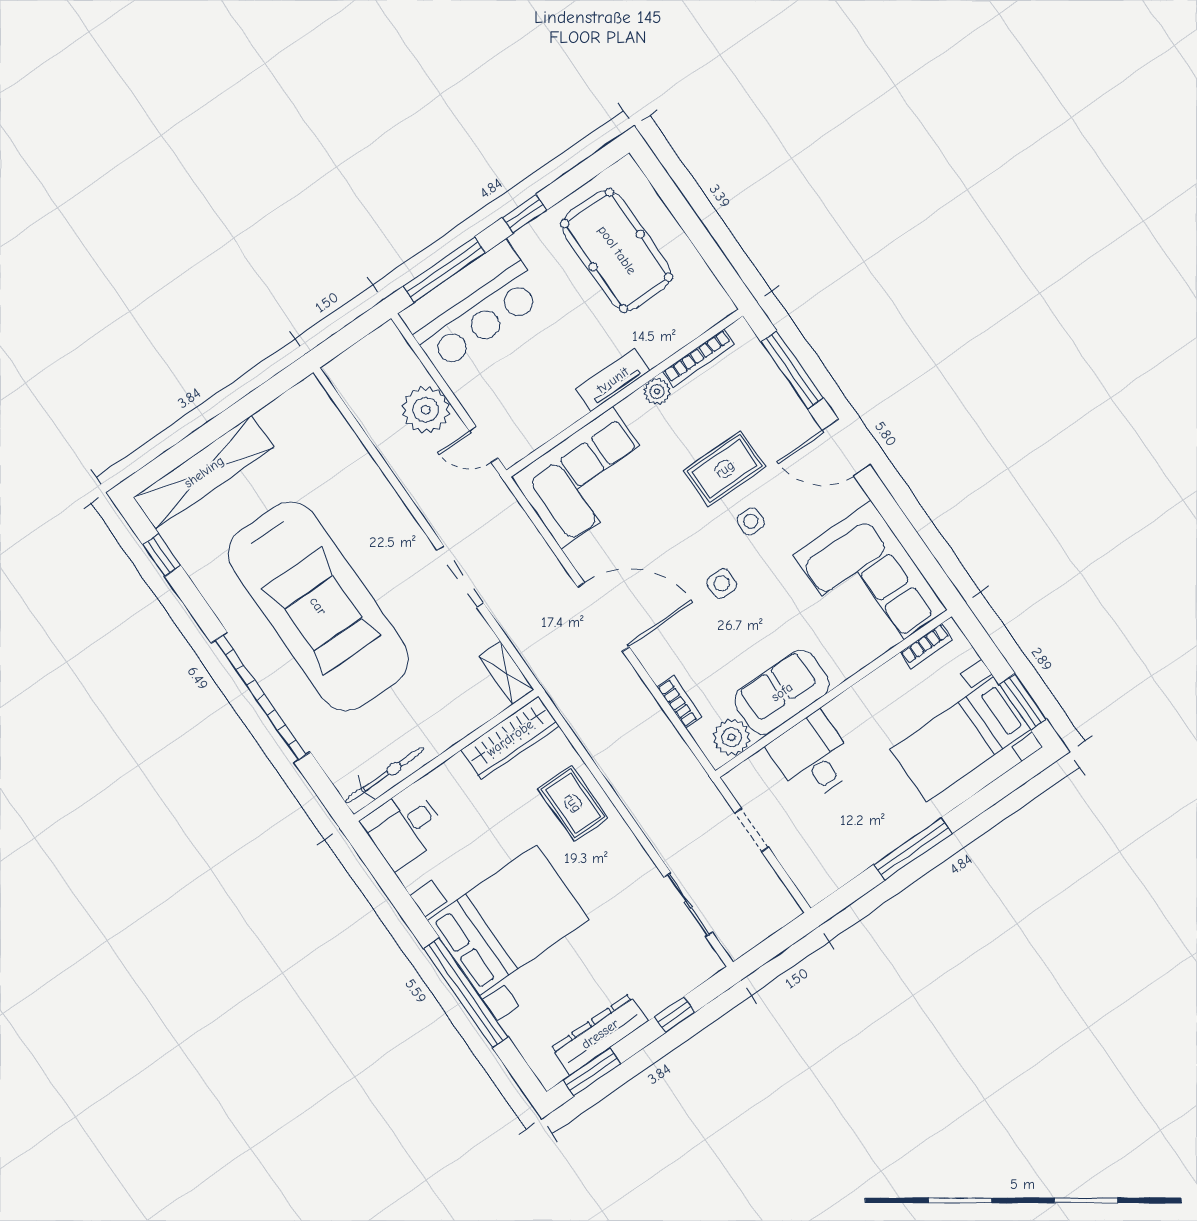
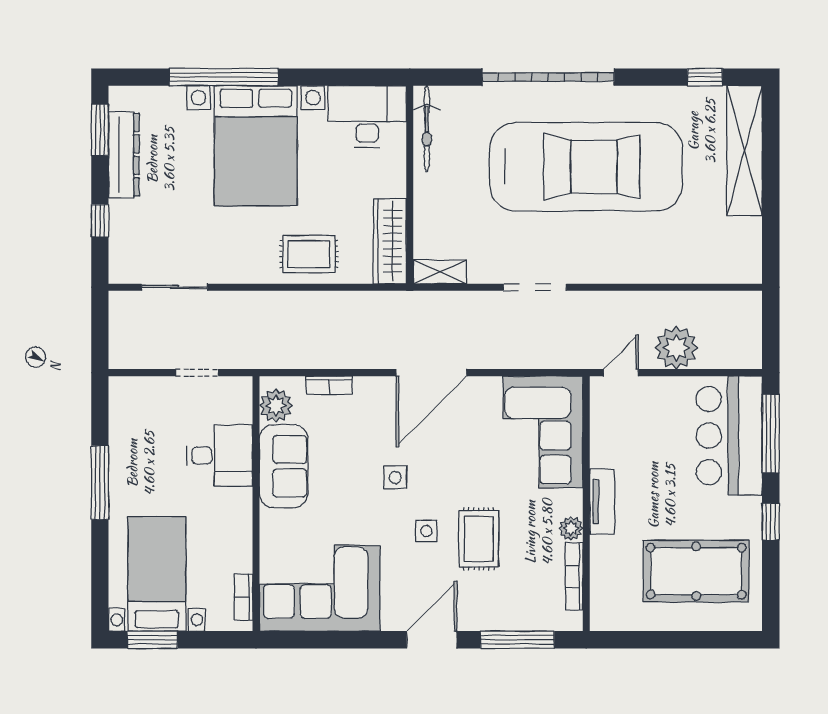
car: (318, 606) -> (586, 167), turned 180
desk: (404, 828) -> (367, 116), width x1.37

